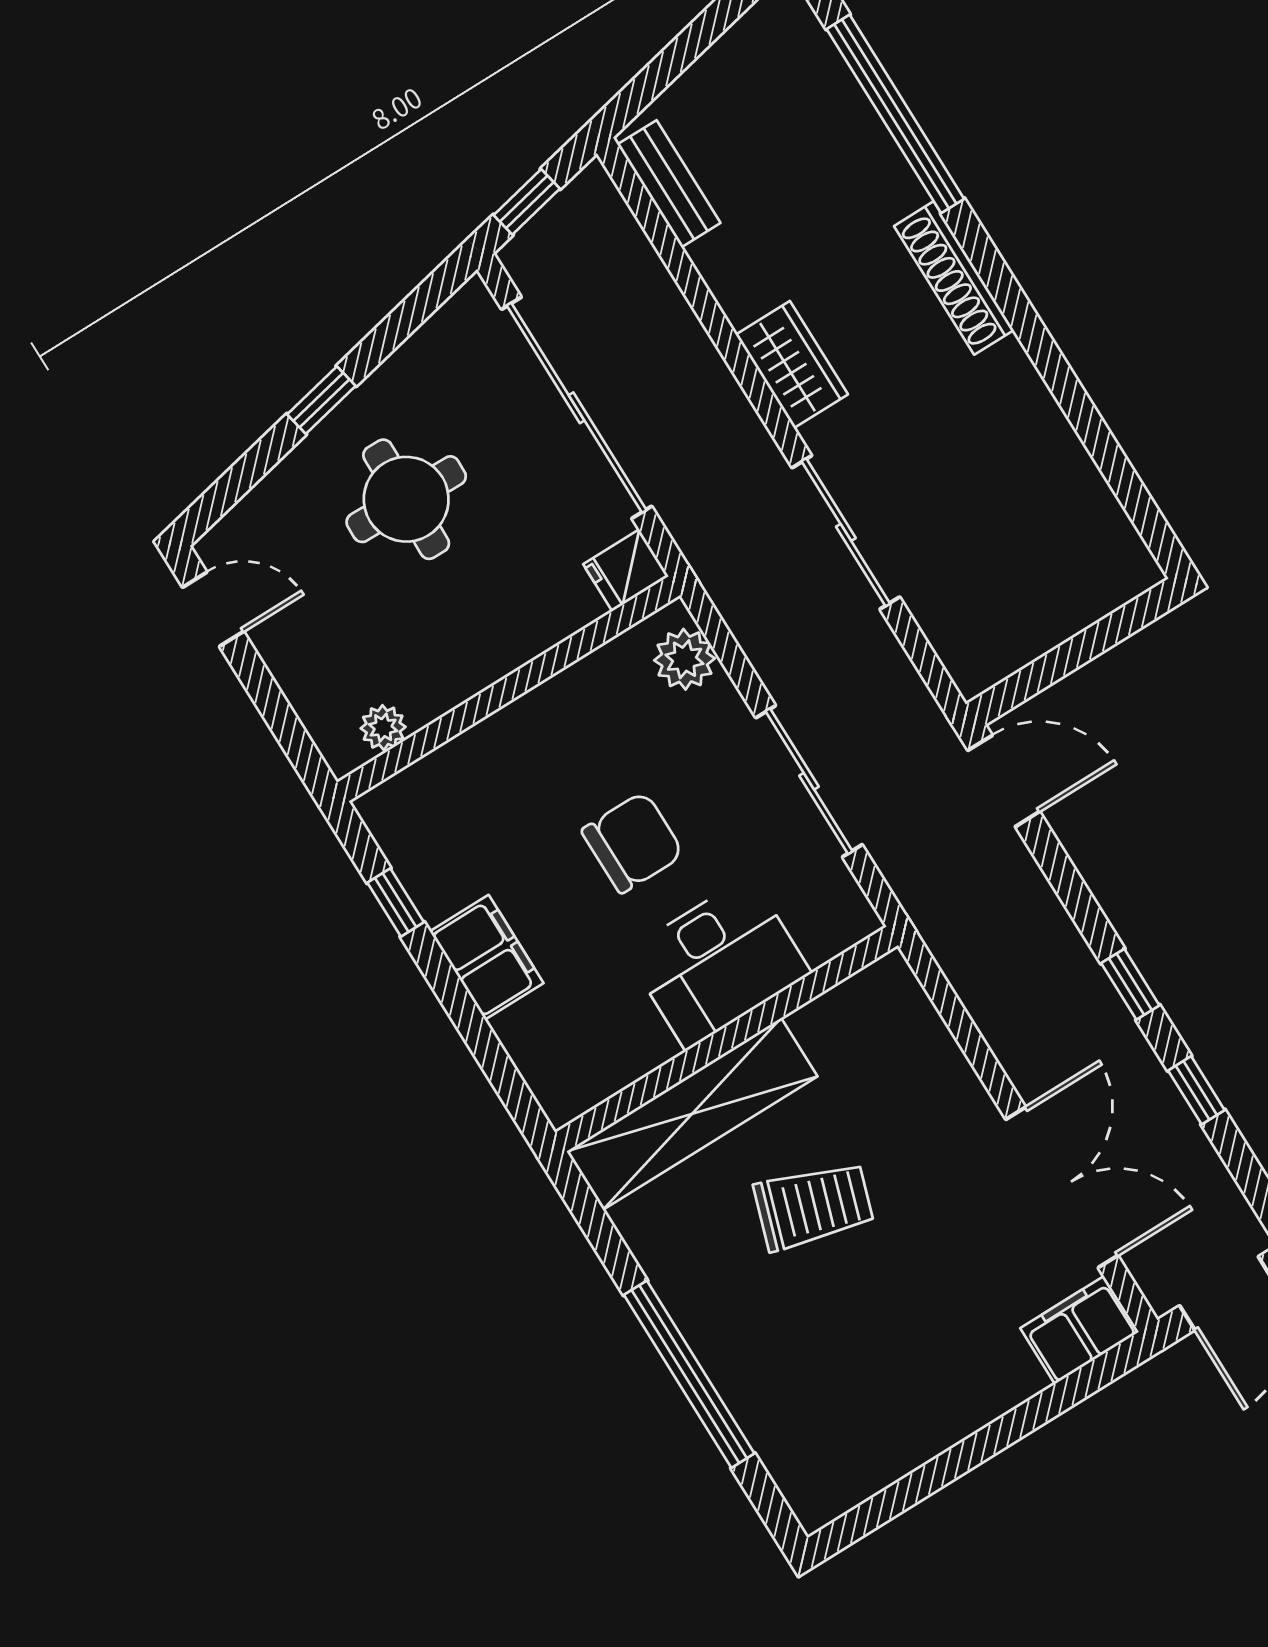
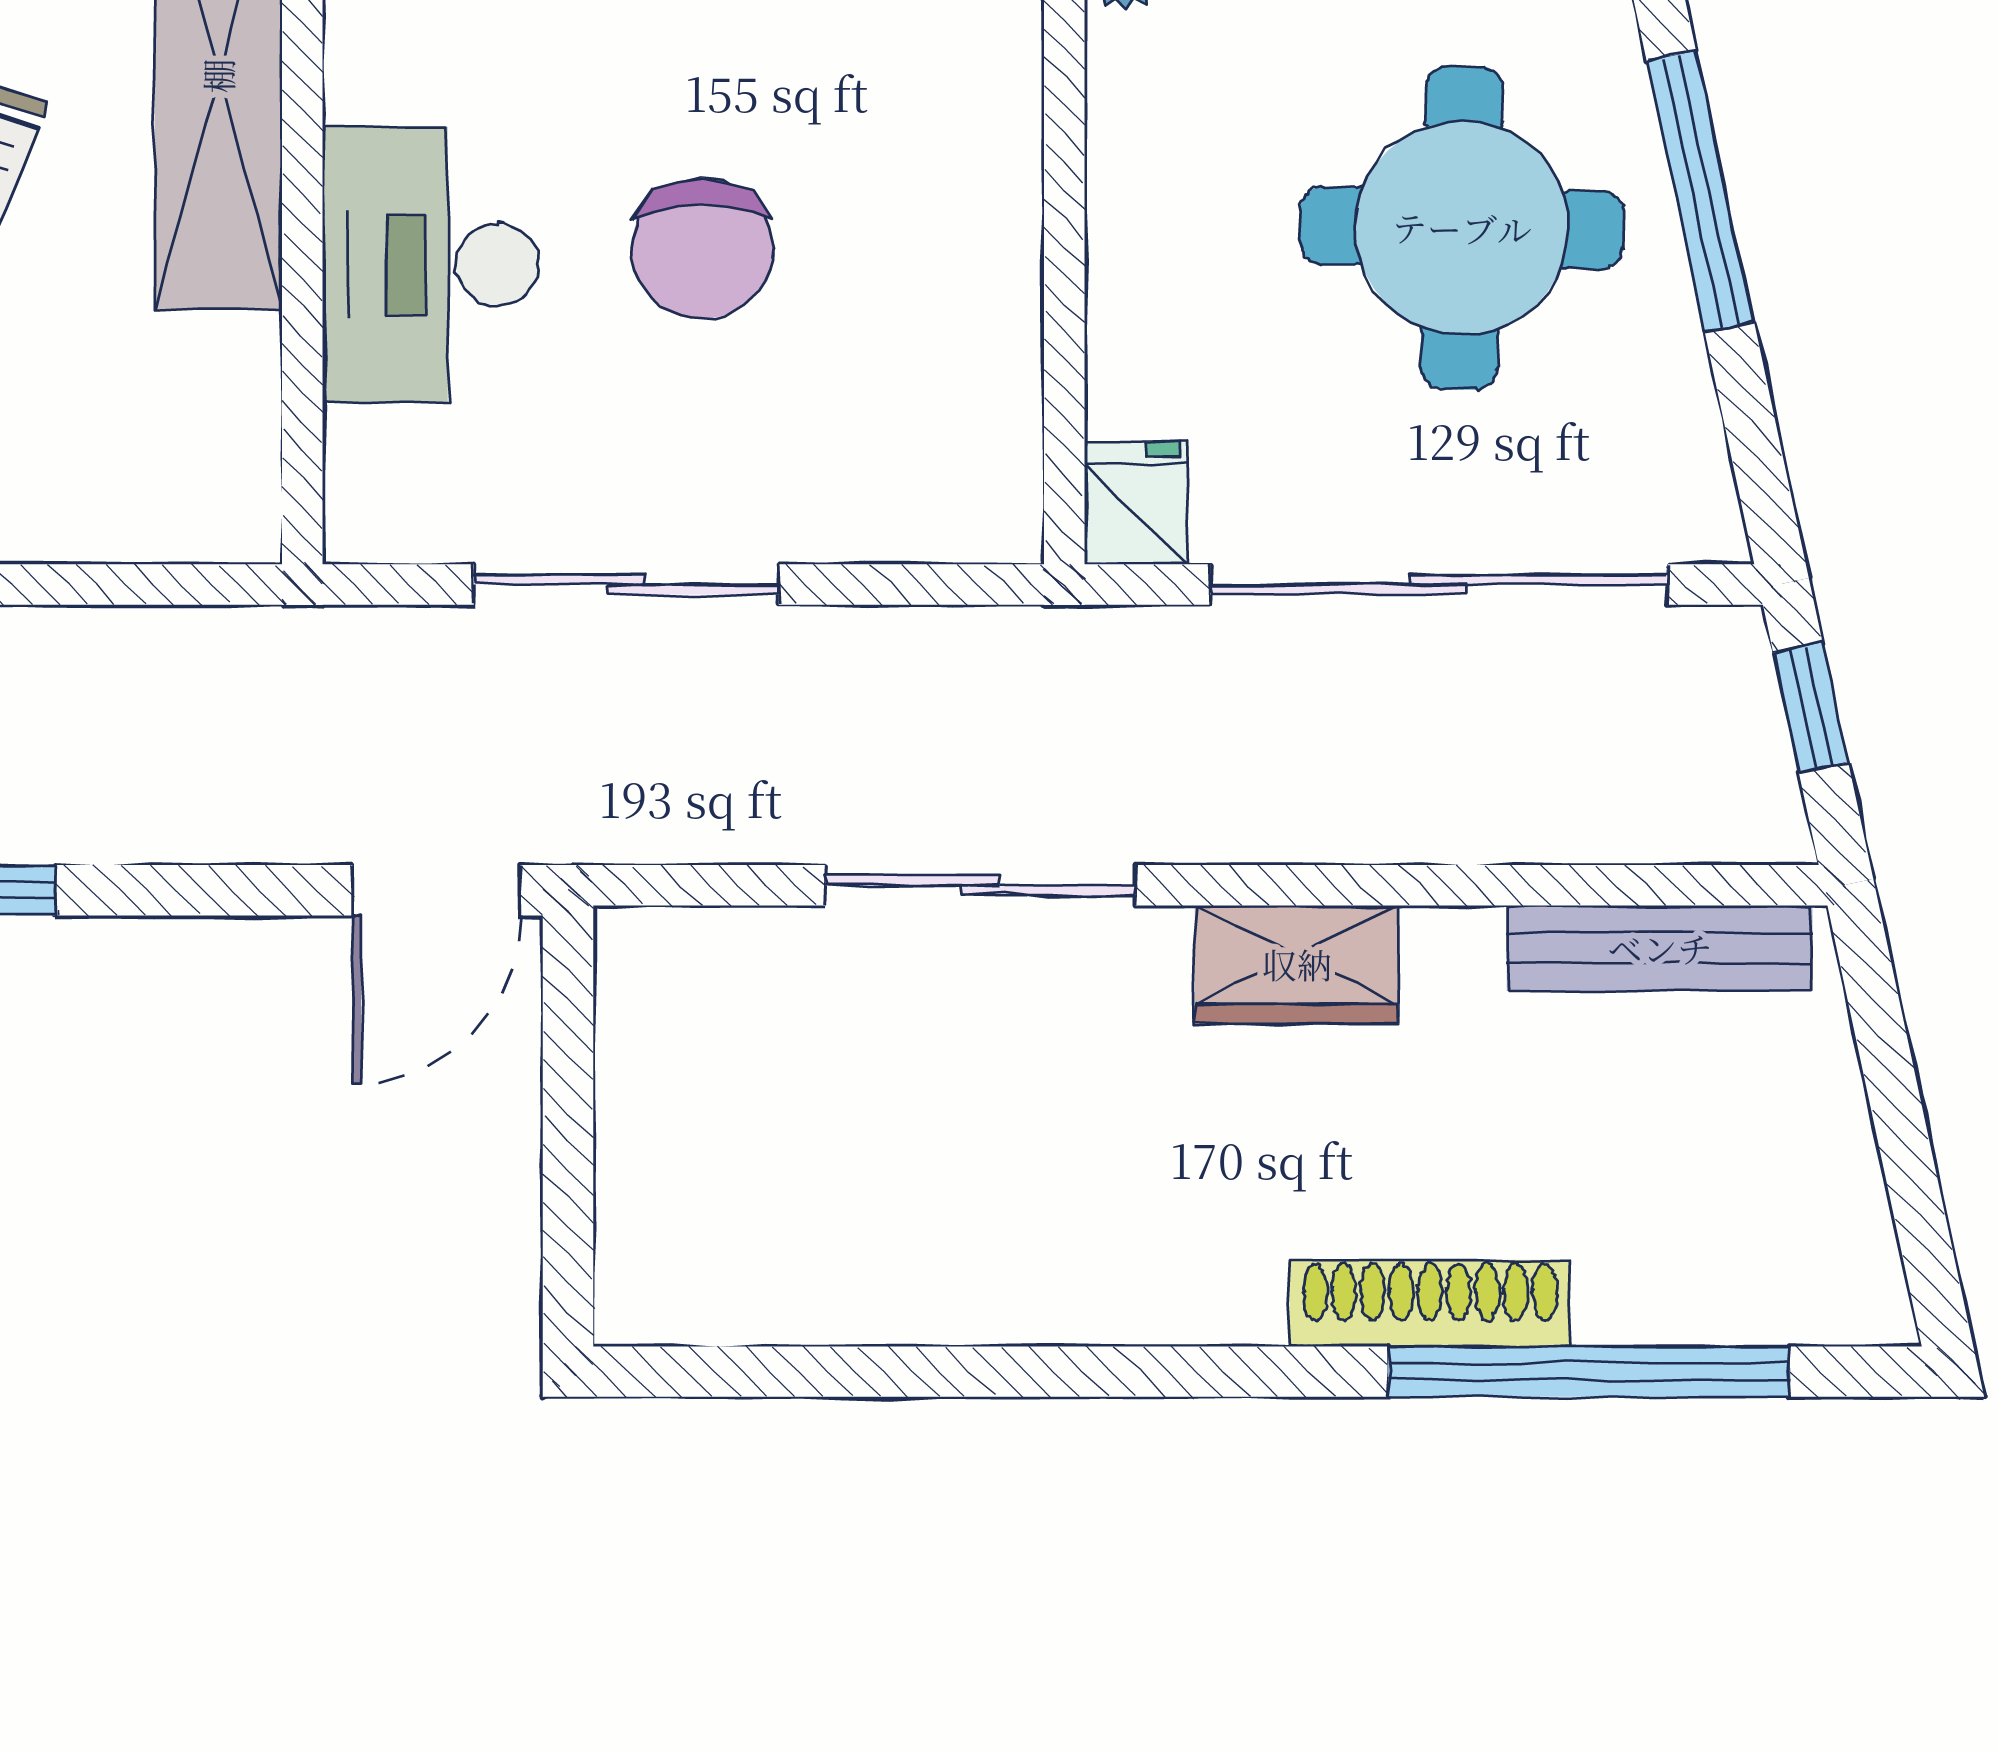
bench: (669, 184) -> (1660, 948), width x1.36
shoe rack: (954, 278) -> (1430, 1303), moved
window: (321, 400) -> (1700, 191), width x2.17
round table: (406, 499) -> (1462, 228), width x1.36, depth x1.36
plant: (684, 659) -> (939, 508), removed

